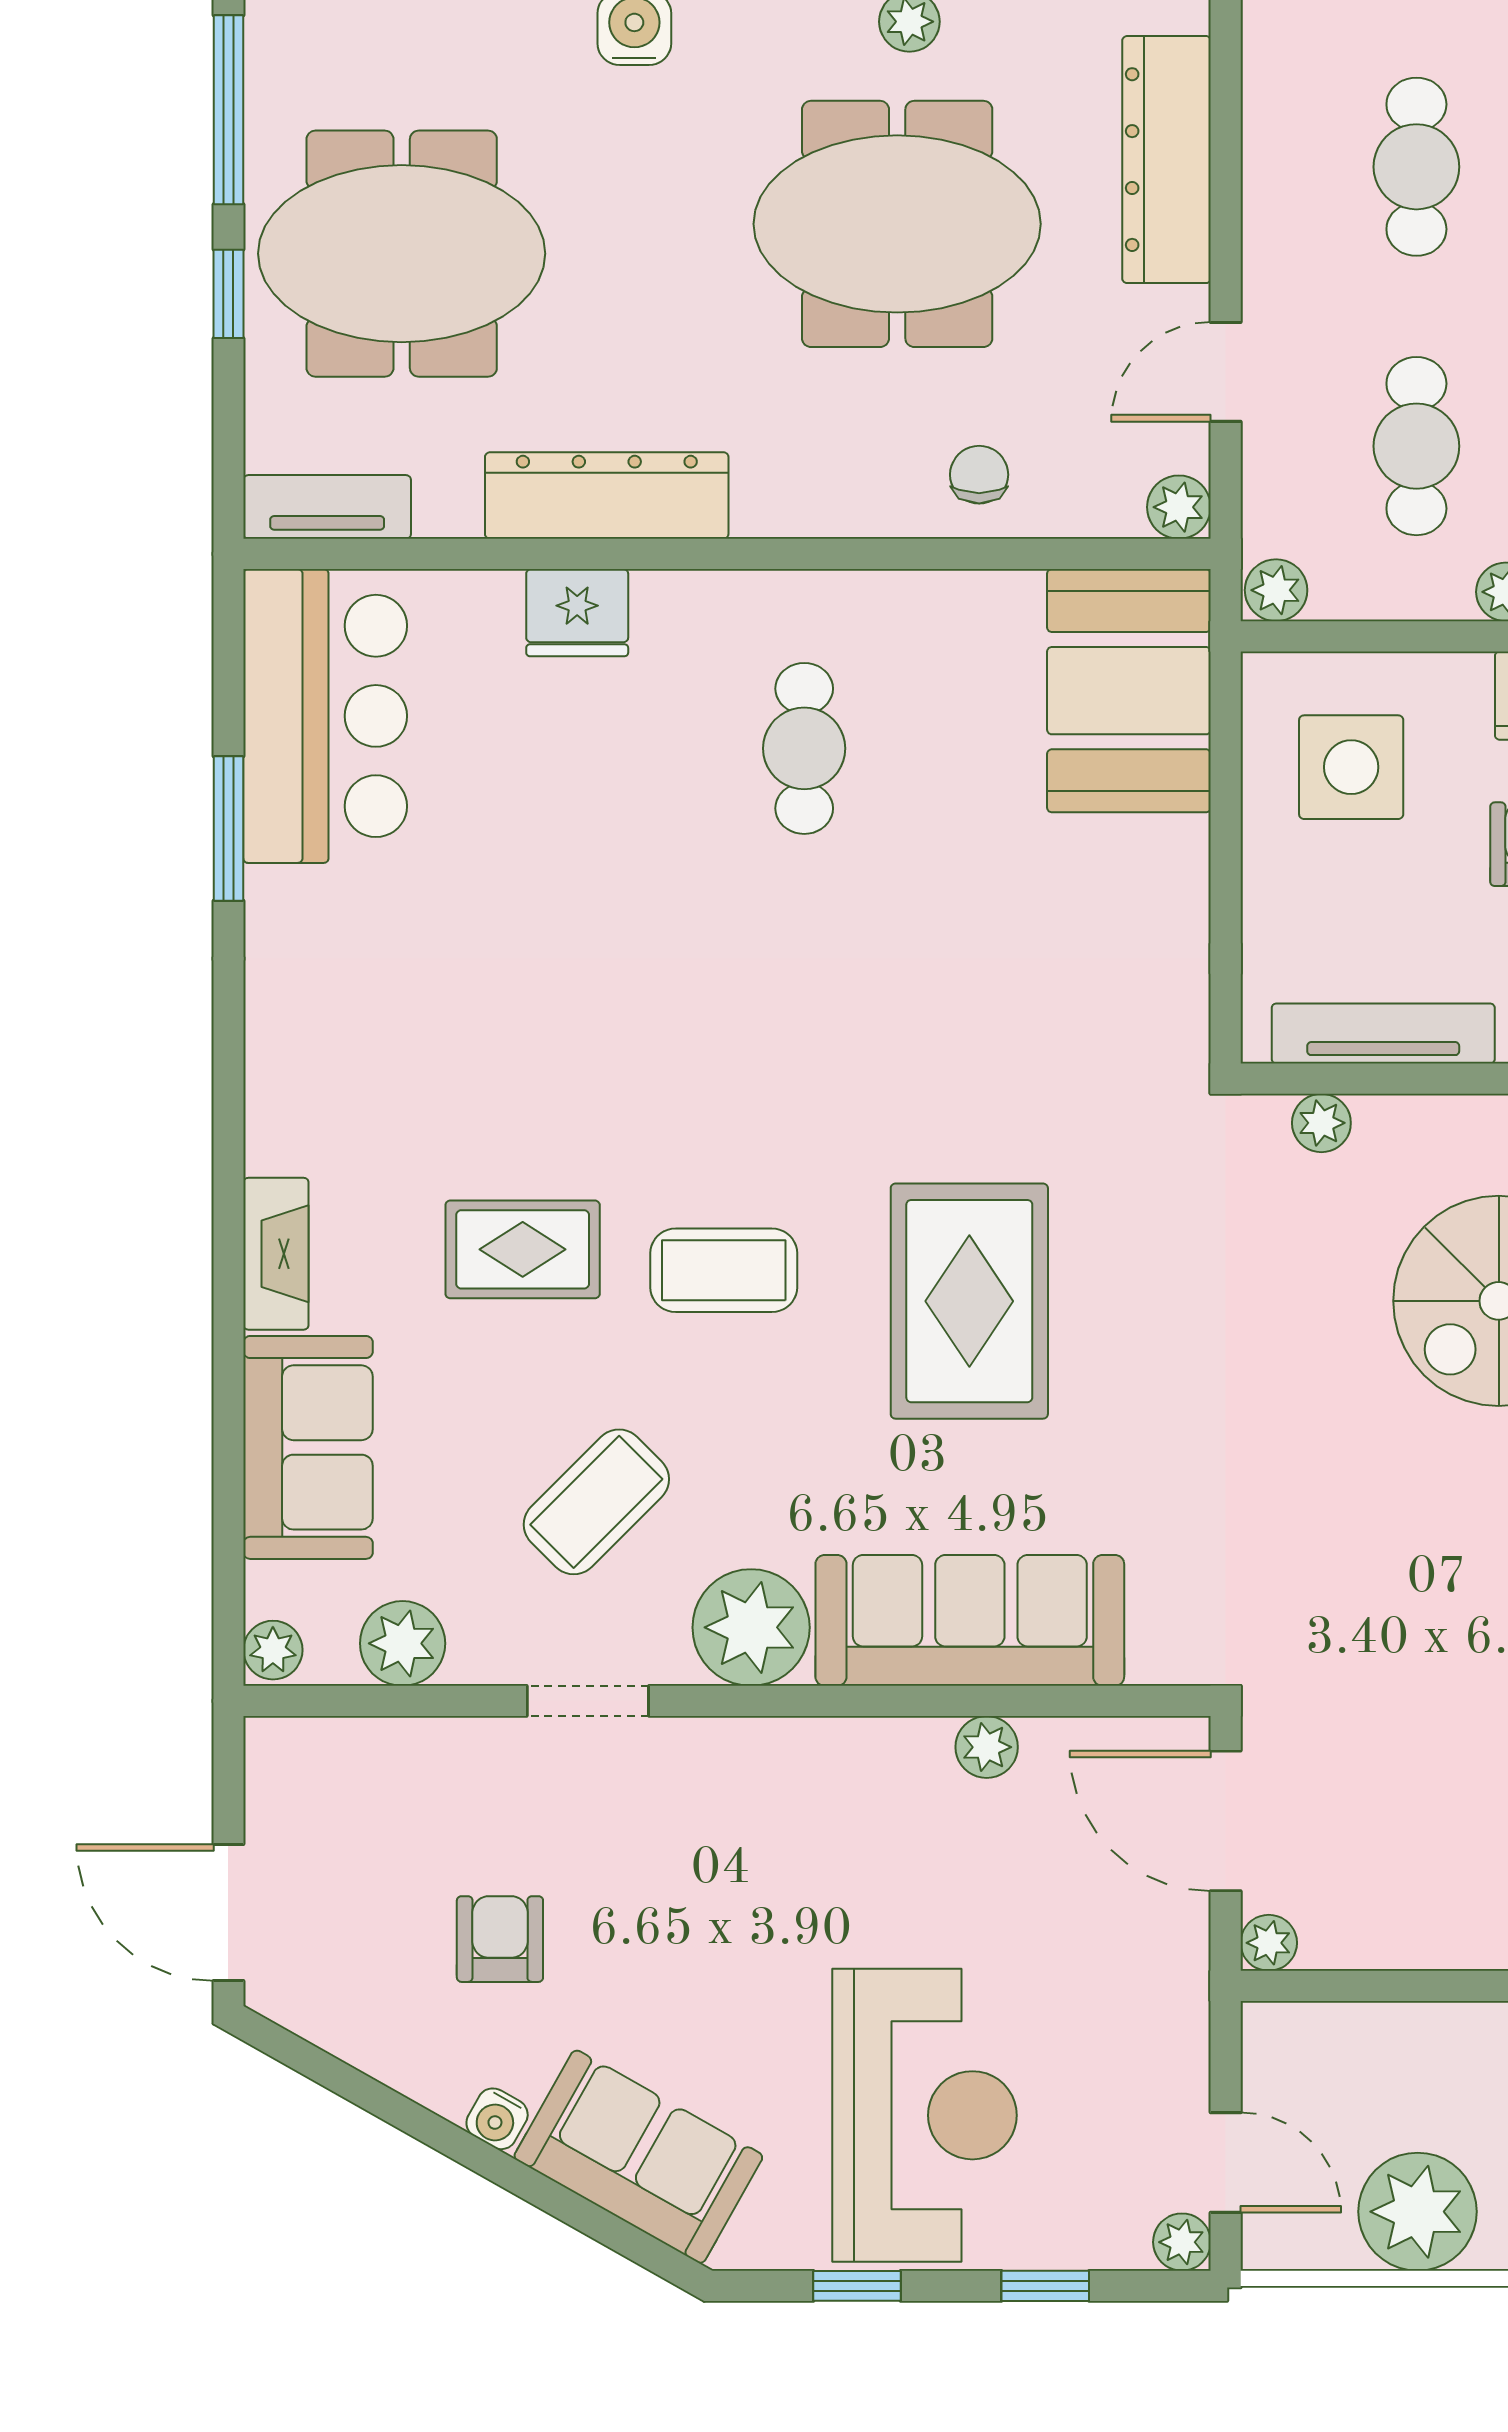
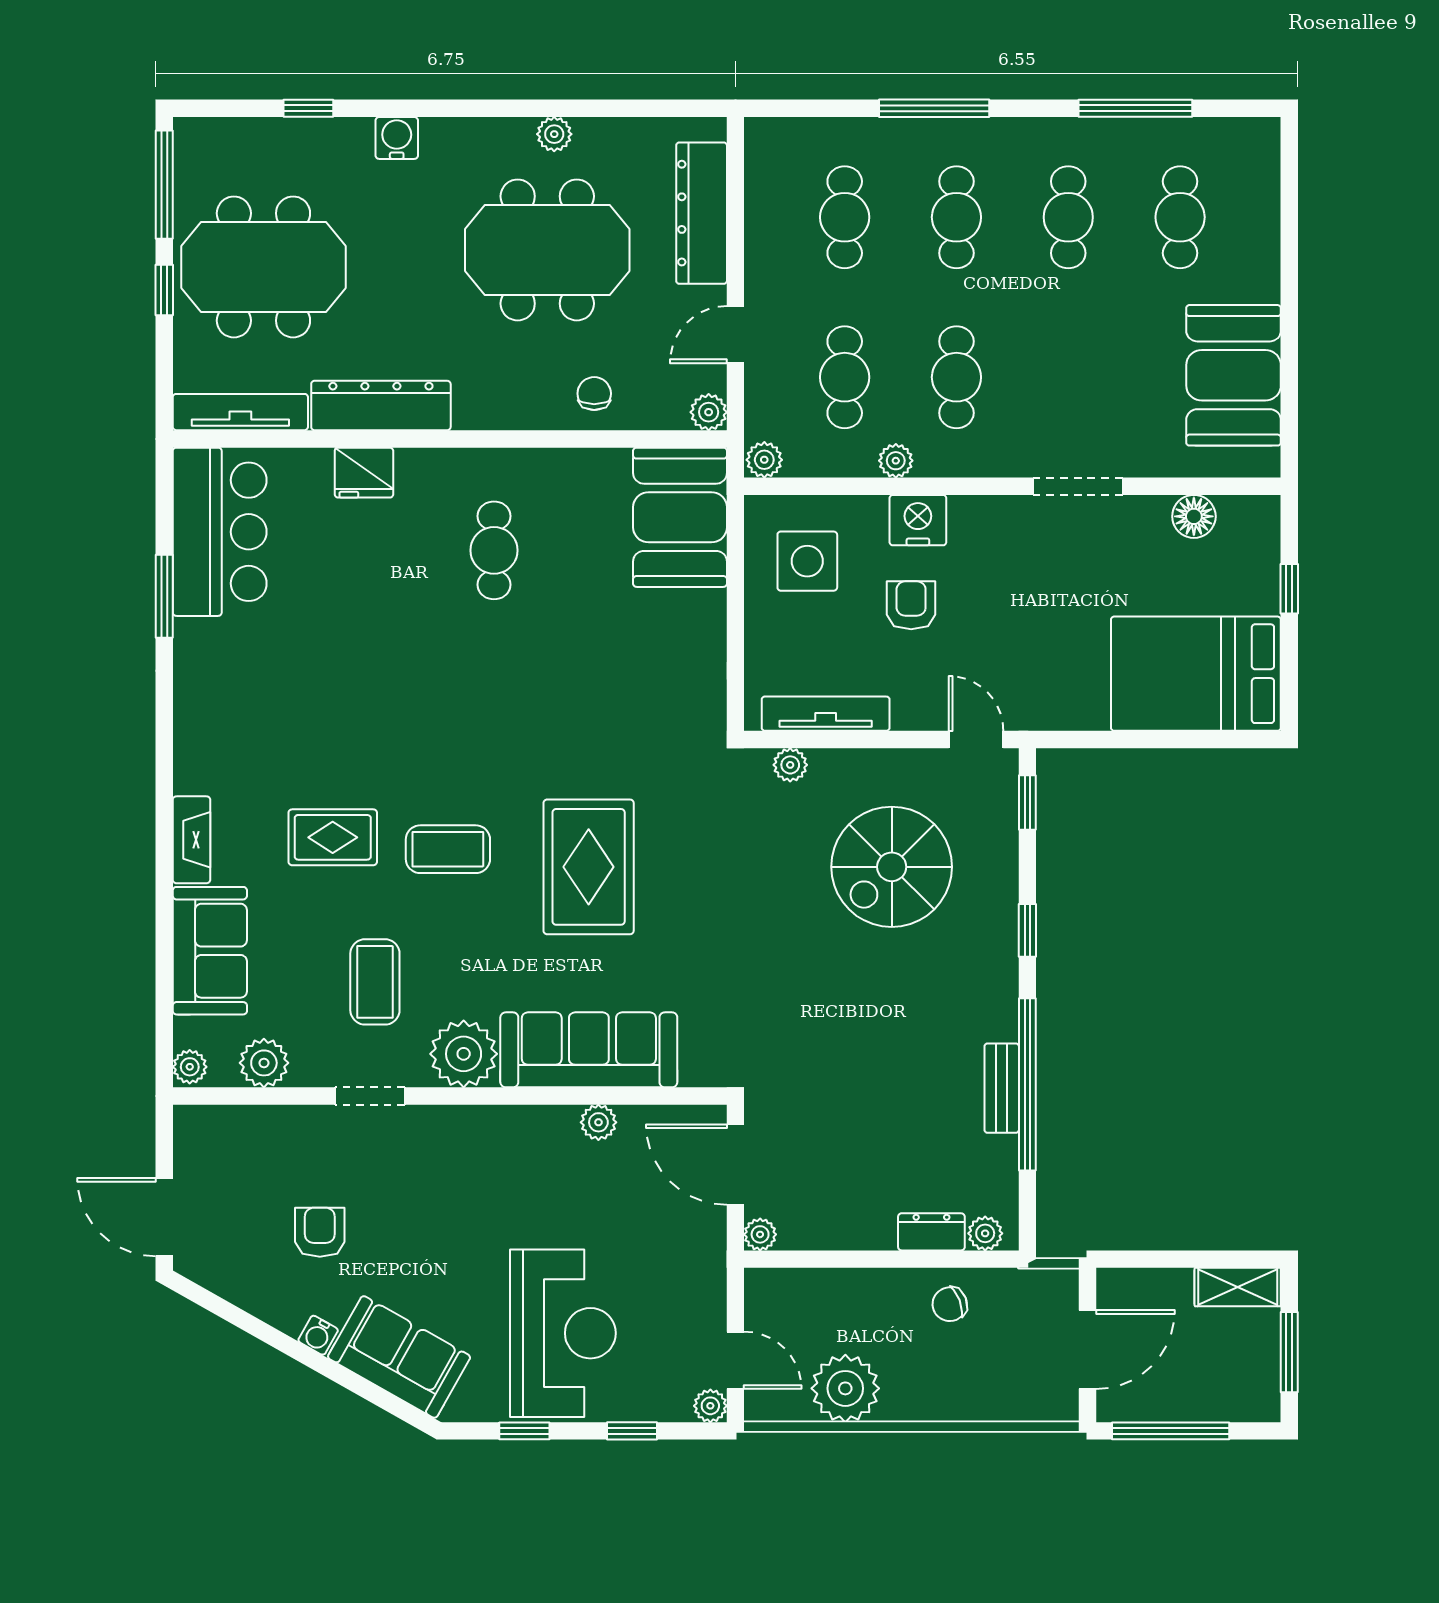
tv unit: (327, 507) -> (240, 412), width x1.41
coffee table: (596, 1502) -> (375, 982), turned -45

